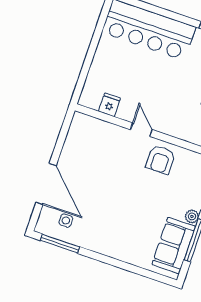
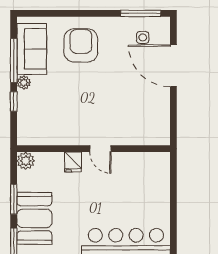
fridge: (109, 105) -> (73, 162), moved
armchair: (161, 160) -> (81, 45), moved, width x1.36, depth x1.36

